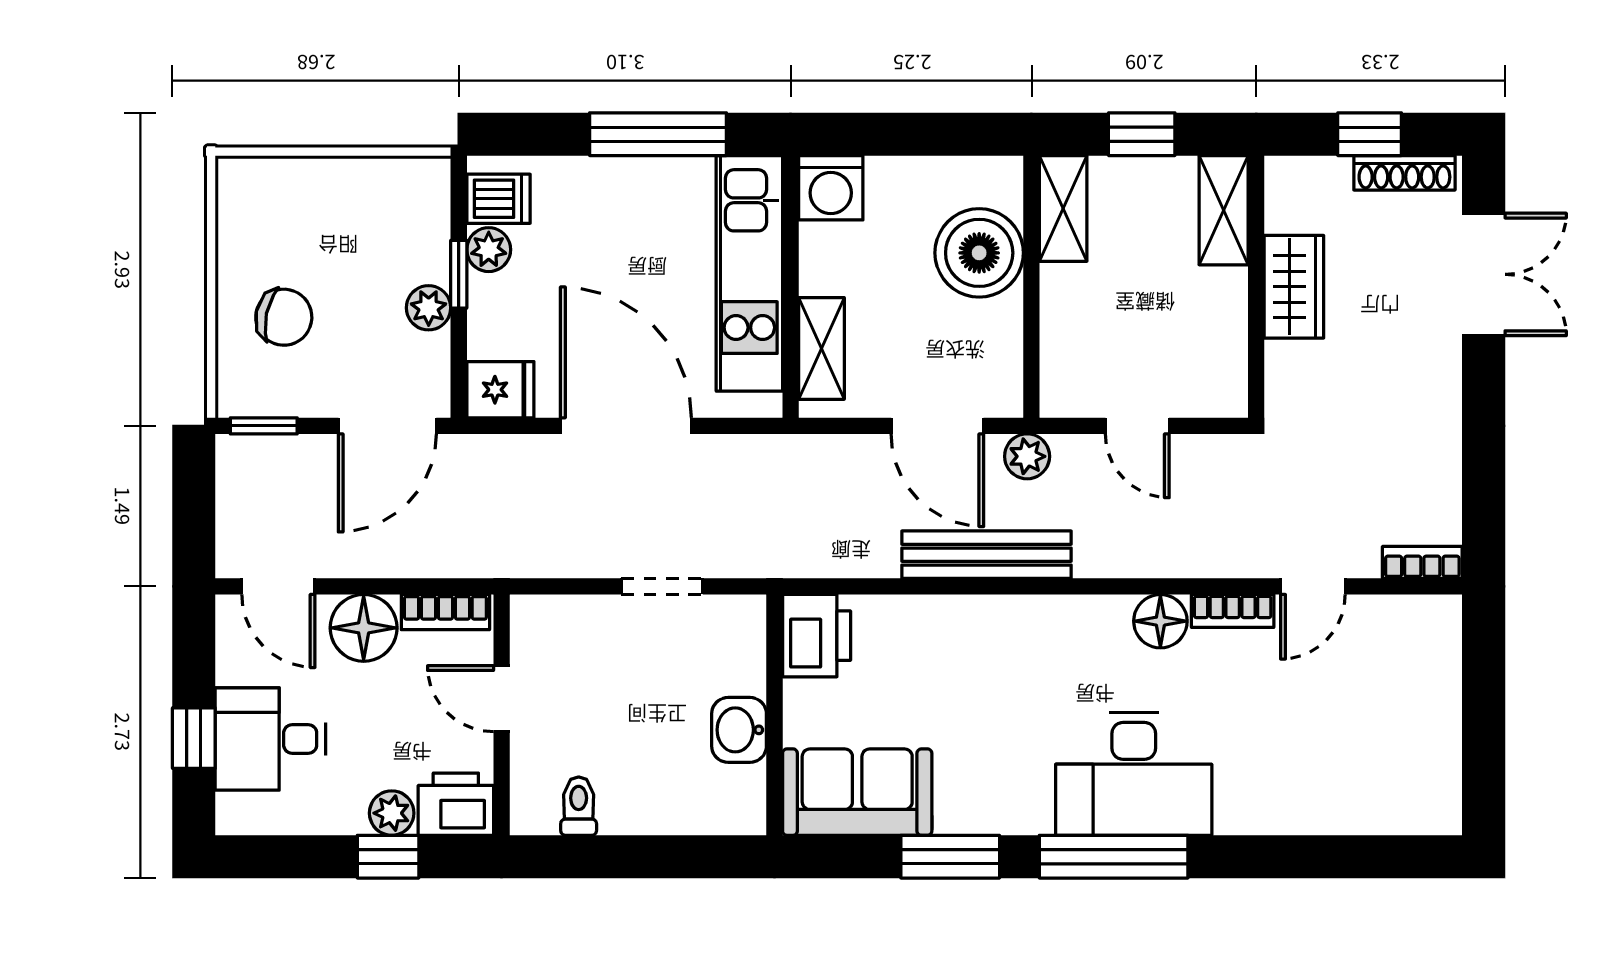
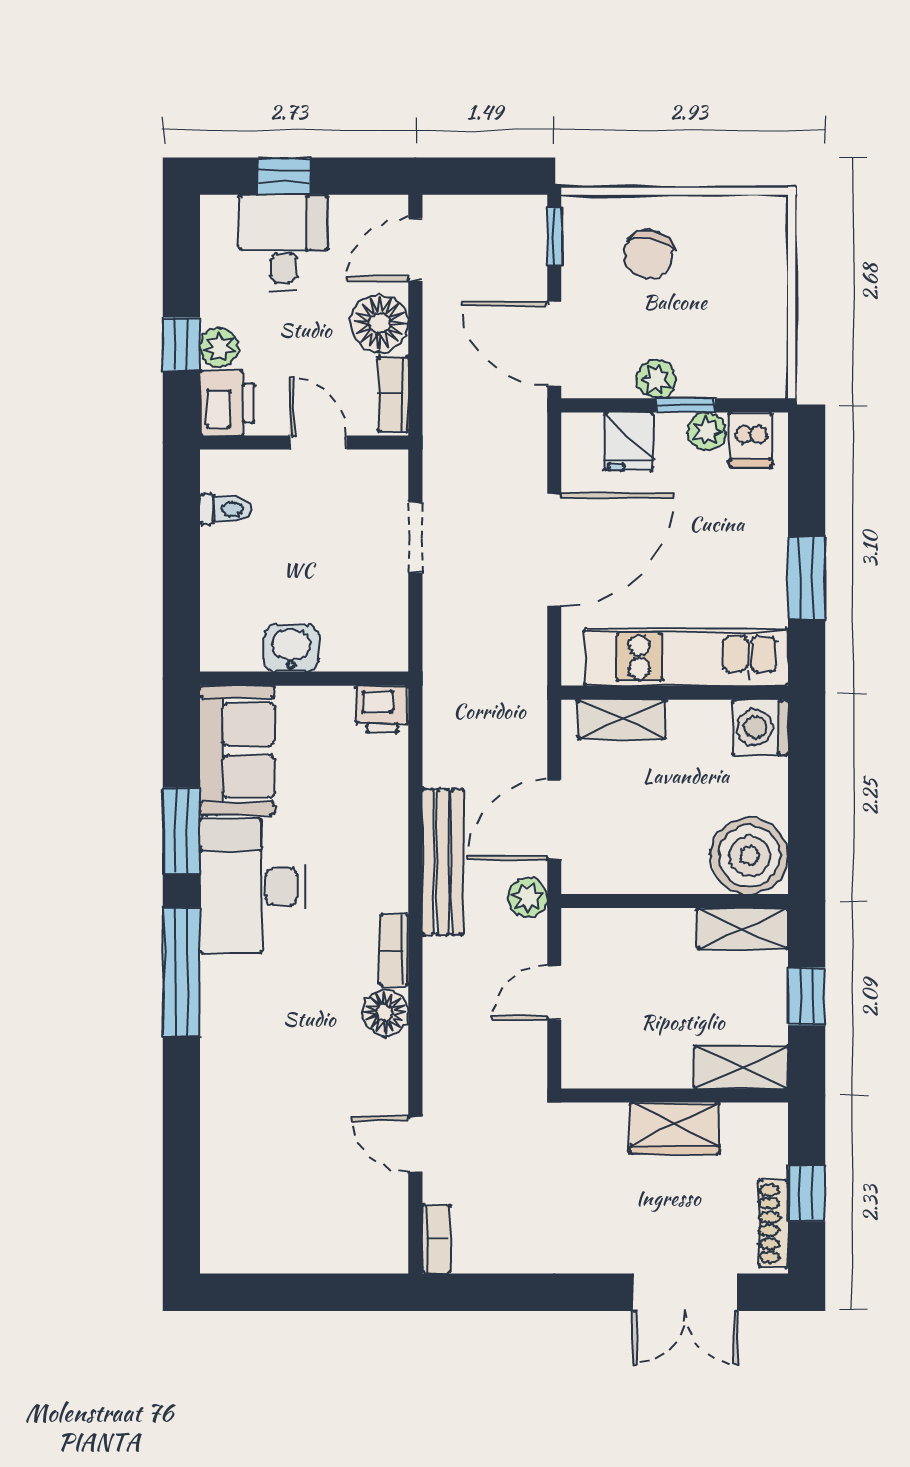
window: (658, 134) -> (807, 578), width x0.69
boiler: (979, 253) -> (749, 856), moved
fridge: (500, 390) -> (629, 441), moved
doorway: (662, 586) -> (415, 538), moved
bookcase: (1233, 611) -> (394, 950), moved
printer: (817, 636) -> (382, 709), width x0.73, depth x0.81
door: (502, 699) -> (318, 442), hinge flipped
desk: (1134, 774) -> (253, 886), moved

